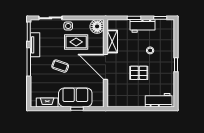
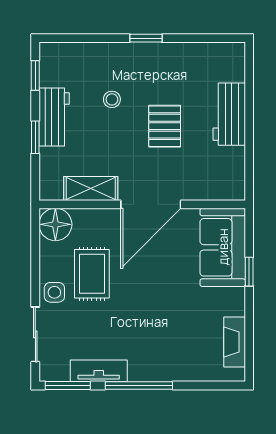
coffee table: (60, 66) -> (149, 311), removed
sofa: (75, 97) -> (223, 247), moved
workbench: (159, 100) -> (229, 114), moved

